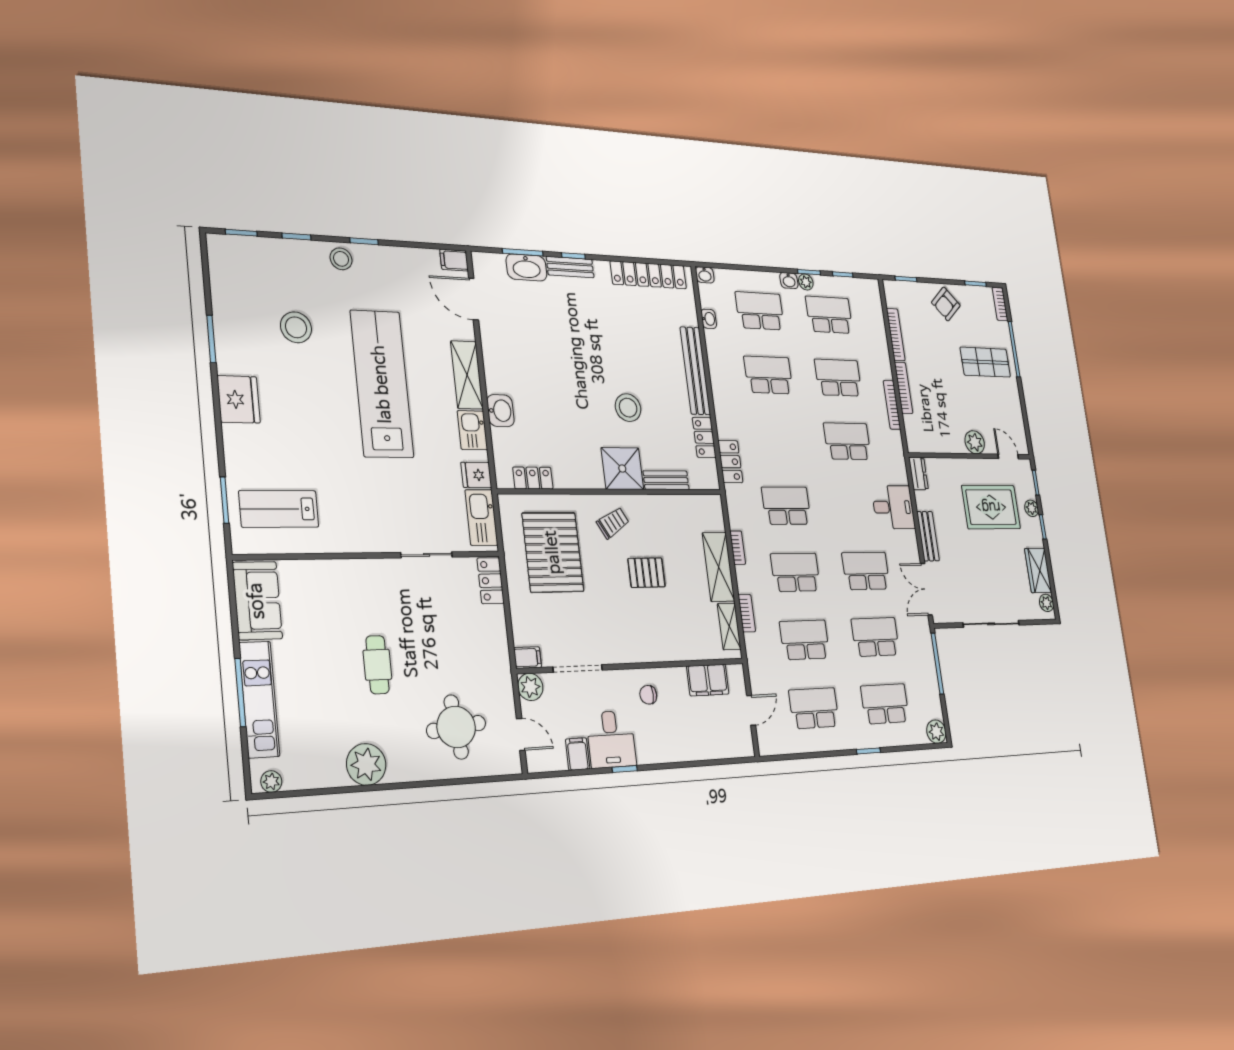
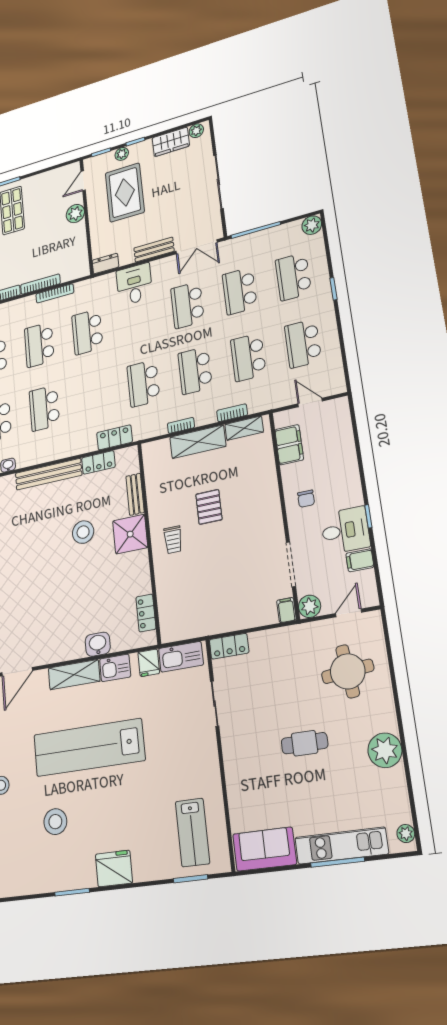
trolley: (613, 523) -> (173, 540), turned -150
pallet: (553, 552) -> (201, 592), removed

